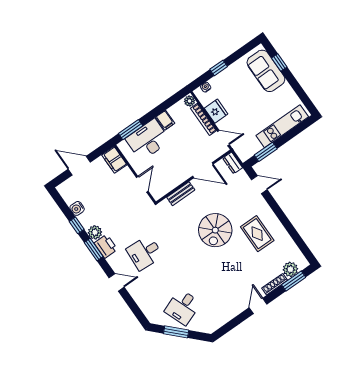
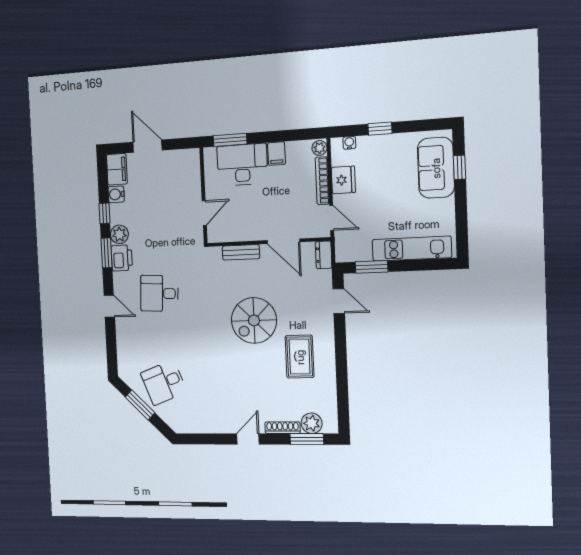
filing cabinet: (114, 160) -> (117, 169), moved, turned 180

